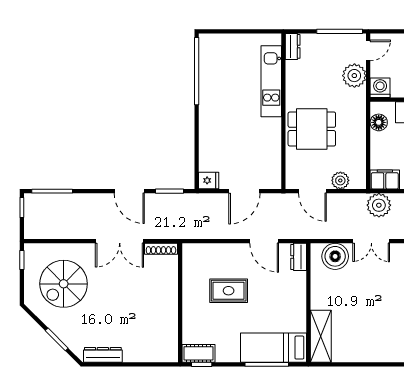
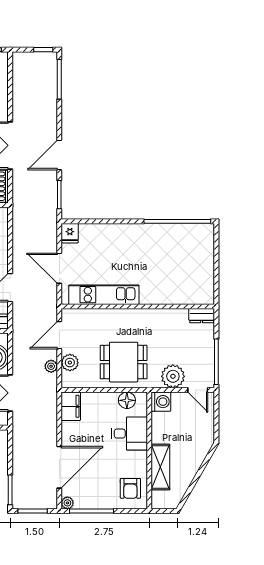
kitchen unit: (271, 81) -> (104, 295), moved
dining table: (312, 129) -> (124, 362), moved, turned 90
plant: (379, 205) -> (51, 366), moved, width x0.53, depth x0.53

